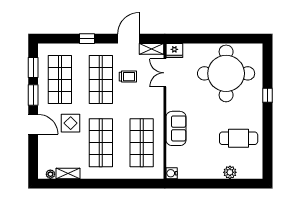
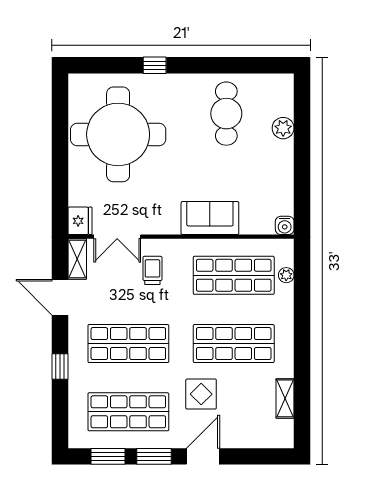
trolley: (128, 77) -> (152, 270), moved
plant: (50, 174) -> (286, 275), moved

